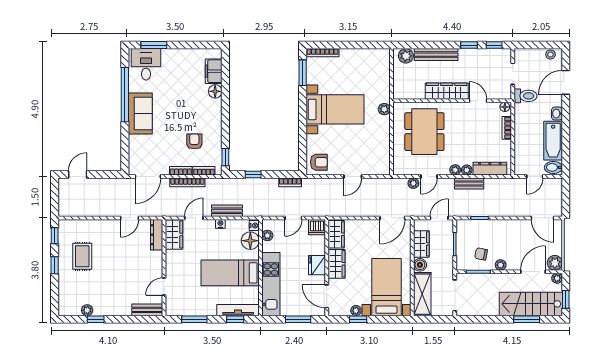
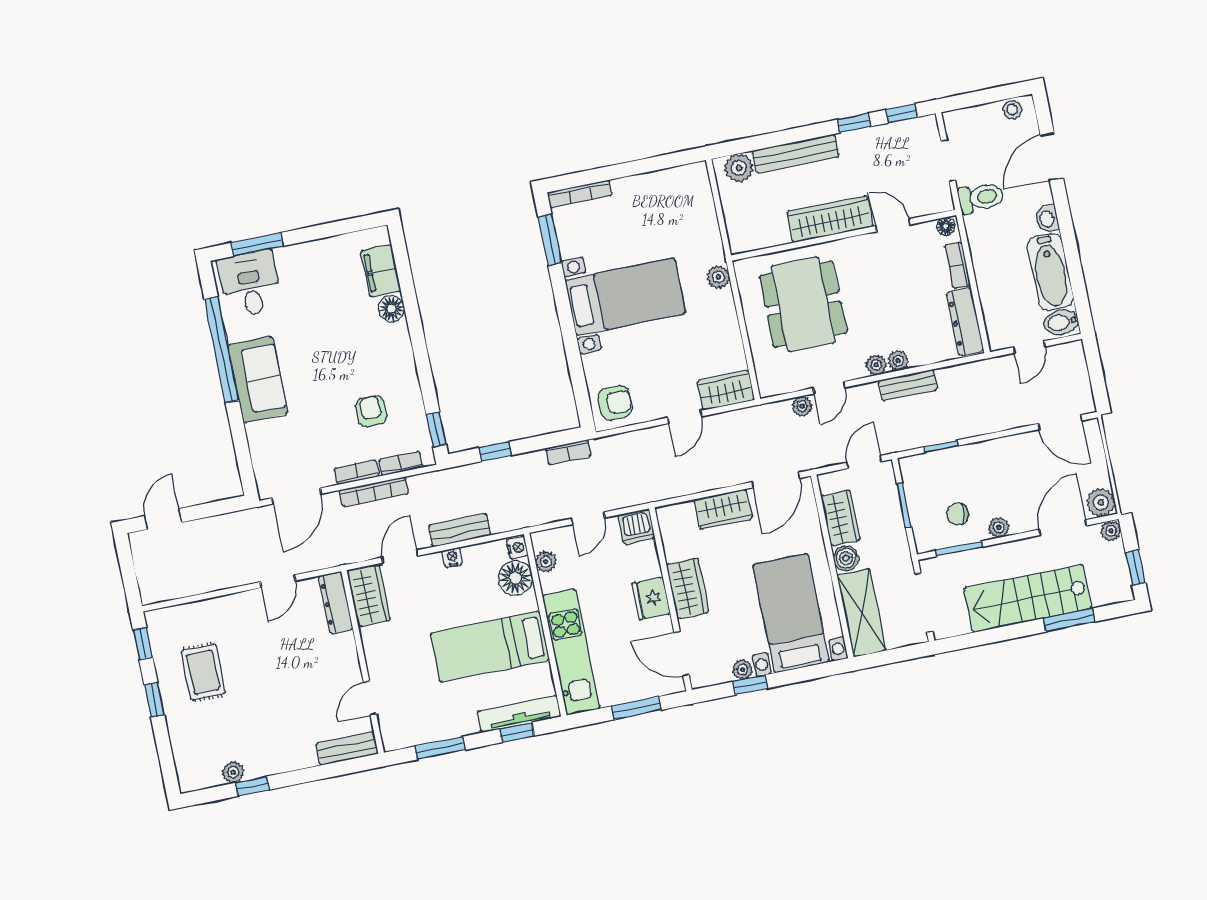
wardrobe: (376, 167) -> (726, 390), added
dresser: (490, 169) -> (965, 322), moved, turned -90
wardrobe: (336, 234) -> (723, 509), moved, turned 90
stairs: (531, 304) -> (1028, 598), moved

